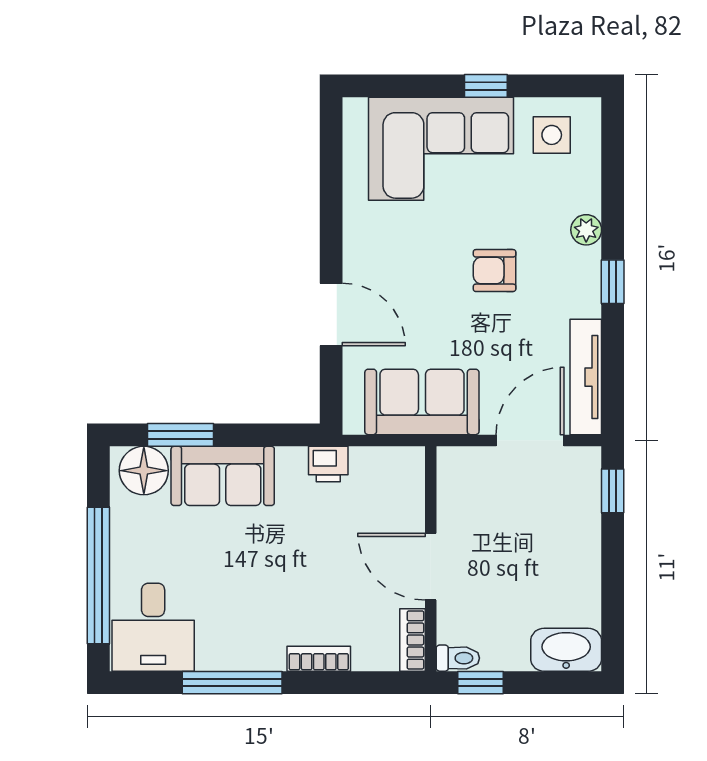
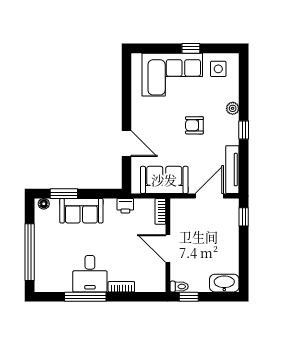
floor lamp: (144, 471) -> (44, 204), width x0.53, depth x0.53
desk: (153, 627) -> (90, 274), moved
bookcase: (412, 640) -> (160, 211), moved

